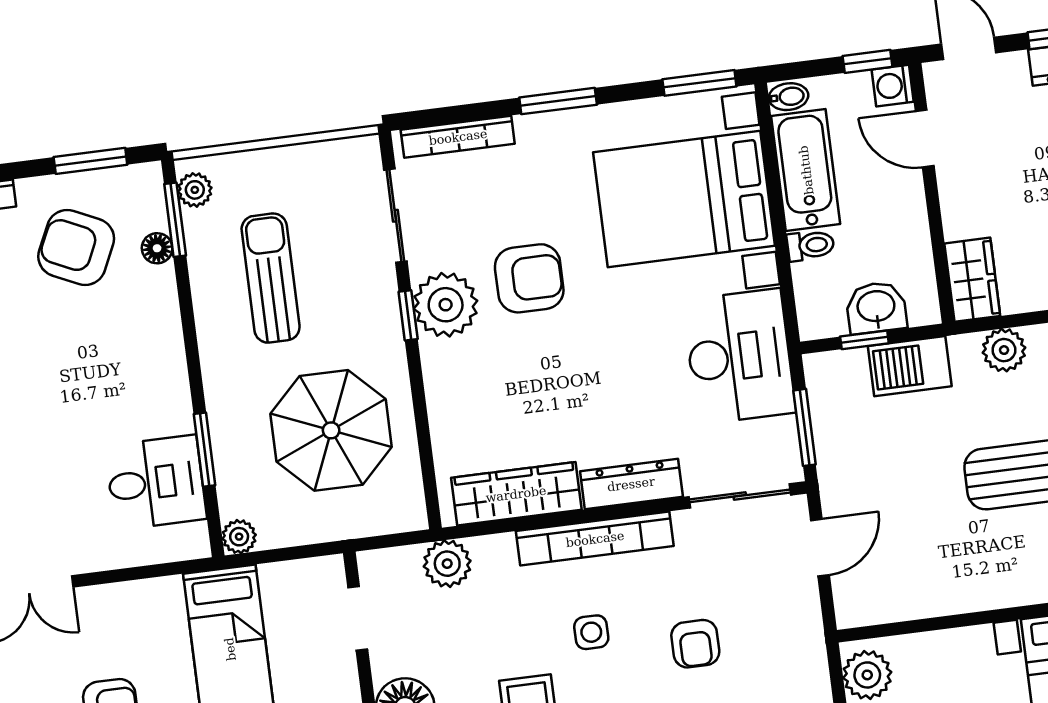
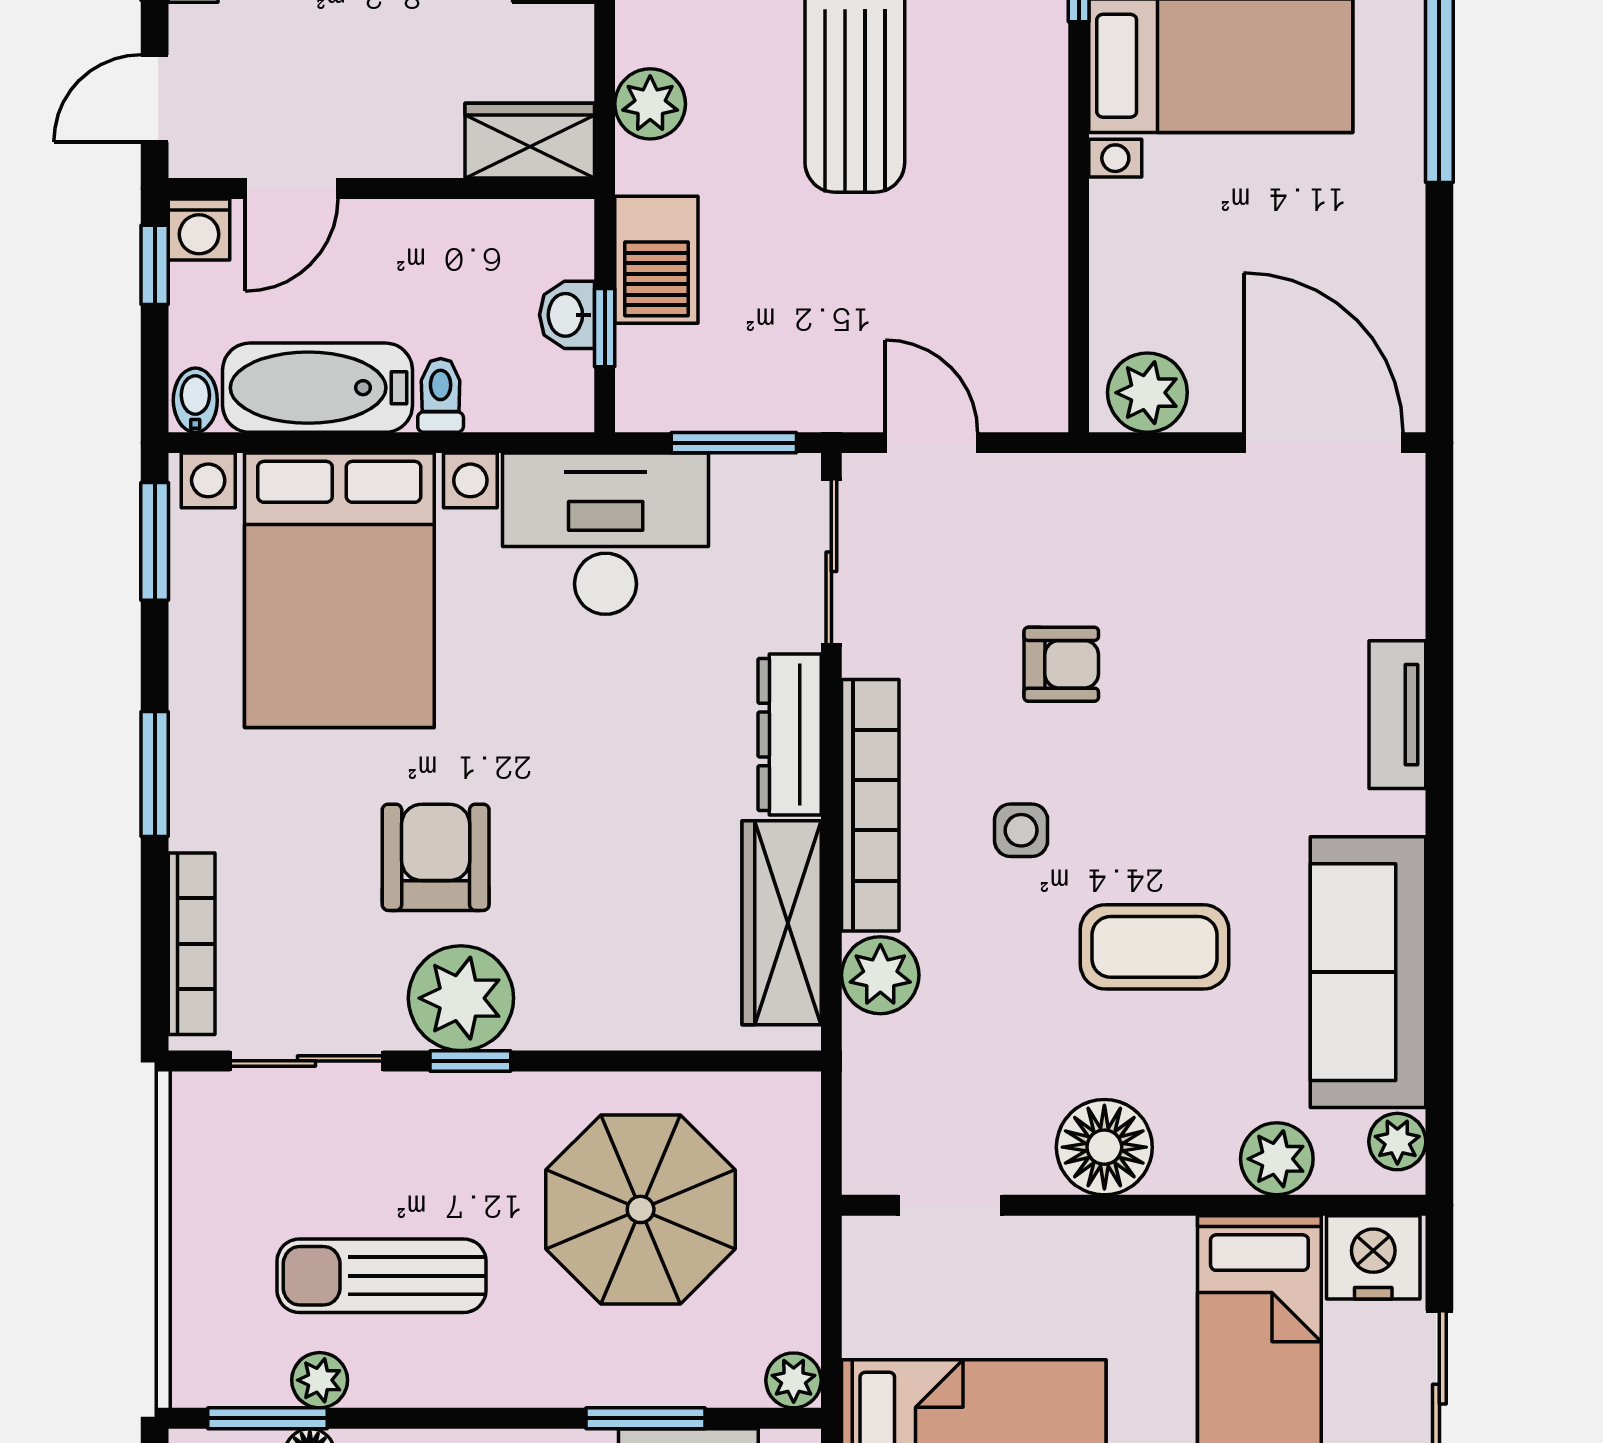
plant: (195, 190) -> (320, 1380), moved
washbasin: (876, 308) -> (567, 315), width x0.72, depth x0.69
plant: (447, 564) -> (880, 975), moved

